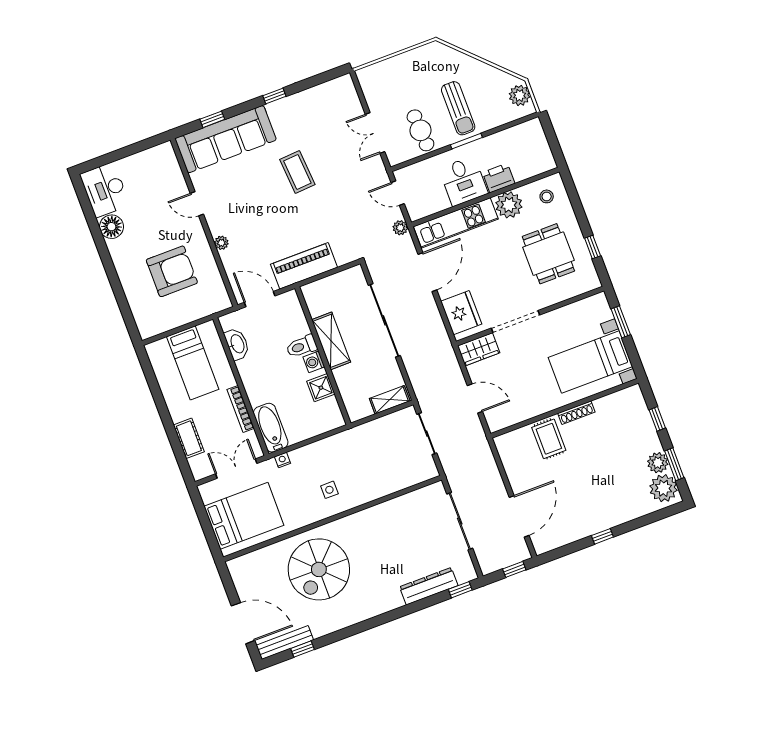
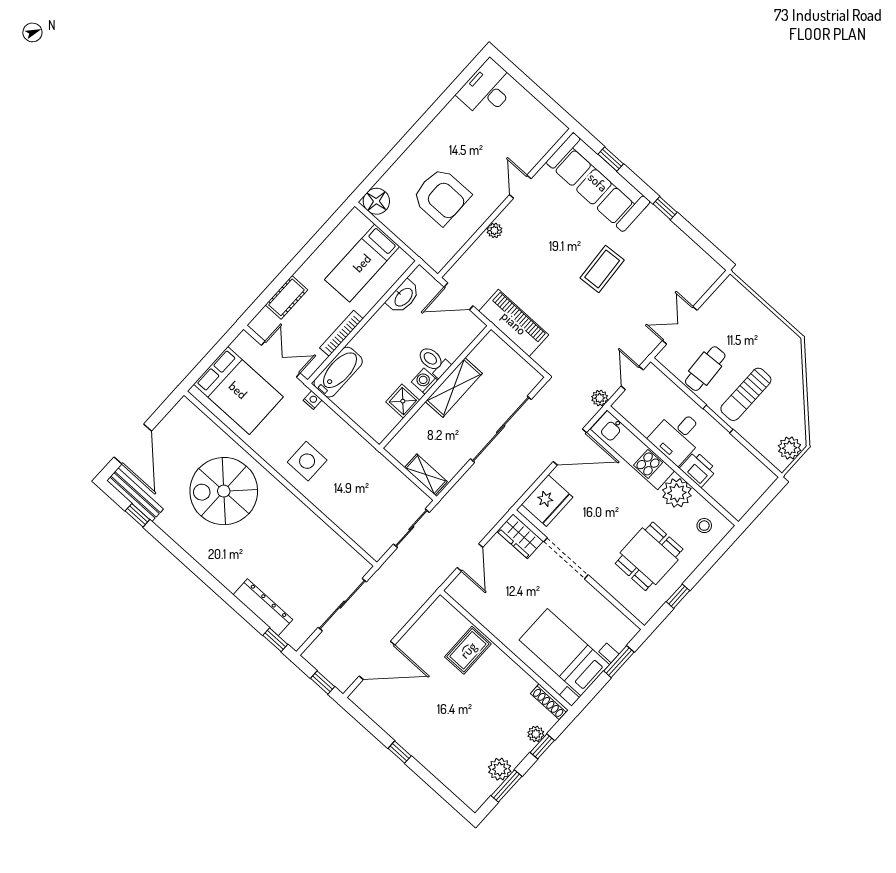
floor lamp: (111, 227) -> (376, 201), moved
door: (260, 299) -> (459, 296), swing flipped
shoe rack: (576, 413) -> (549, 702), moved
plant: (664, 488) -> (536, 734), moved, width x0.53, depth x0.53
side table: (329, 490) -> (307, 461), width x1.87, depth x1.87

